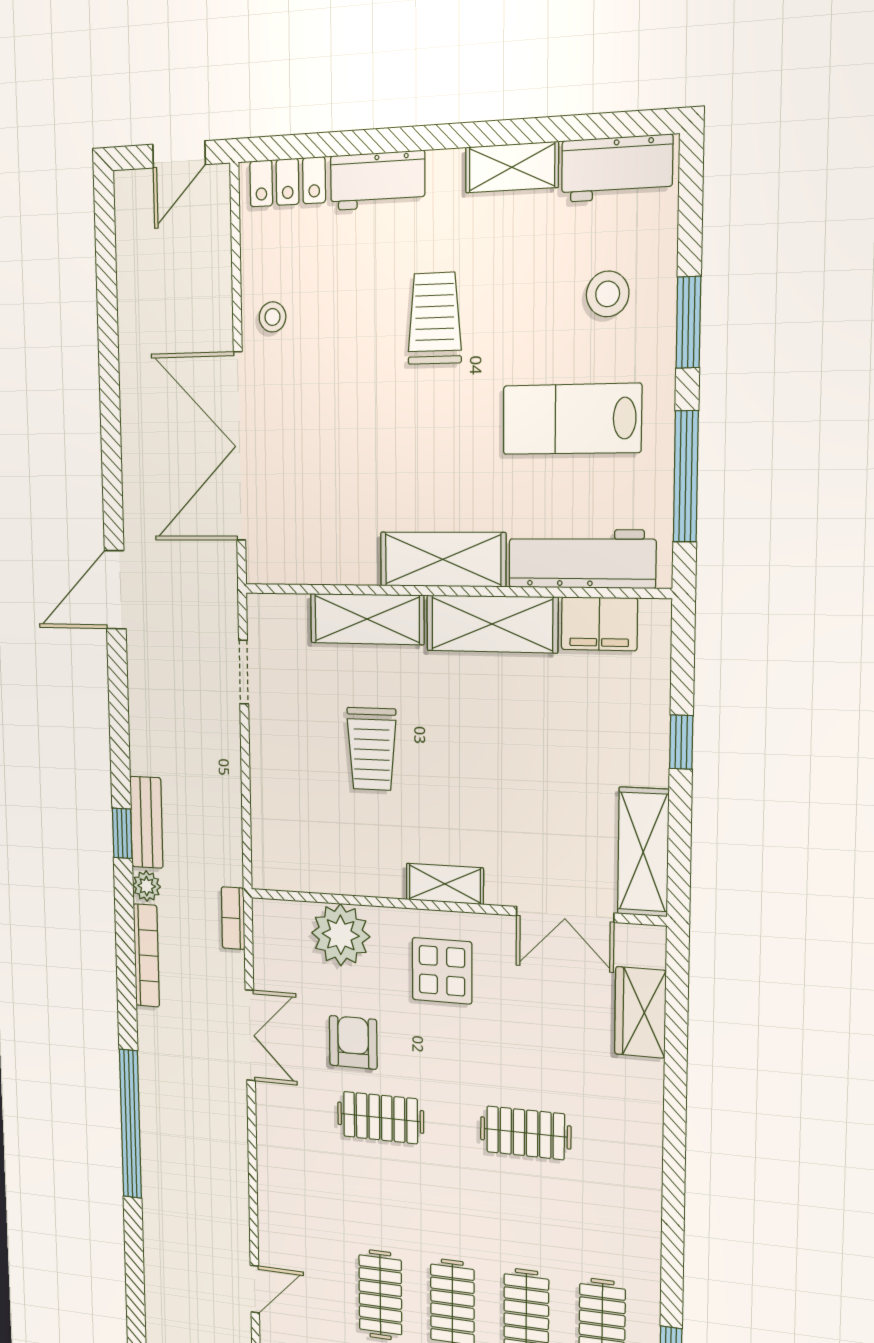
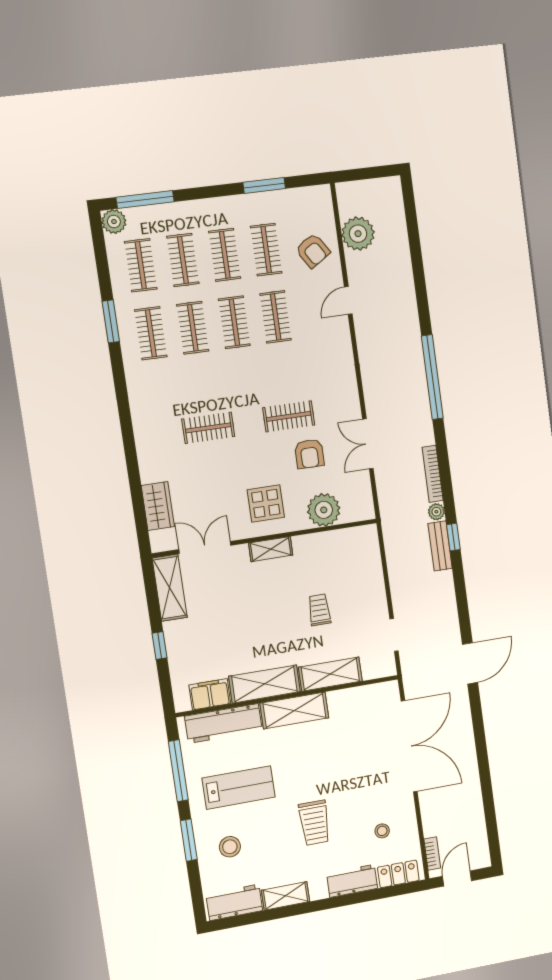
stool: (272, 317) -> (382, 831), moved
trolley: (372, 749) -> (319, 610), width x0.73, depth x0.72
bookcase: (233, 918) -> (432, 854), moved

